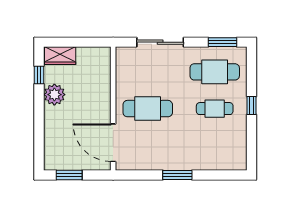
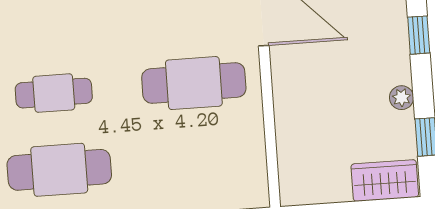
plant: (54, 95) -> (402, 98), width x0.53, depth x0.53
window: (39, 124) -> (419, 35), added

